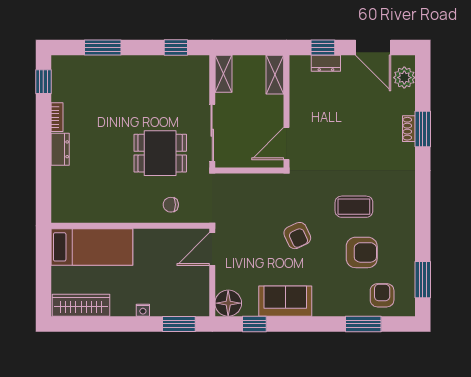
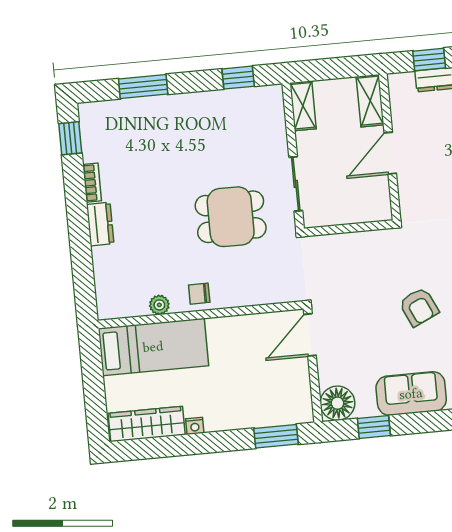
sliding door: (212, 133) -> (296, 184), width x0.73
door: (287, 144) -> (390, 153), moved
chair: (171, 205) -> (199, 294), moved
plant: (99, 215) -> (159, 305), added
nightstand: (143, 310) -> (195, 426), moved

